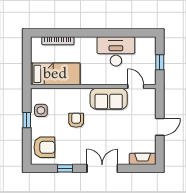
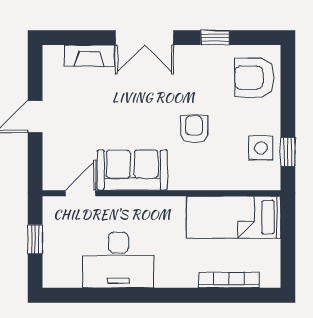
door: (136, 87) -> (81, 193), swing flipped
window: (27, 120) -> (288, 152), moved
armchair: (76, 120) -> (194, 129), turned 180
fireplace: (143, 159) -> (90, 56), moved

